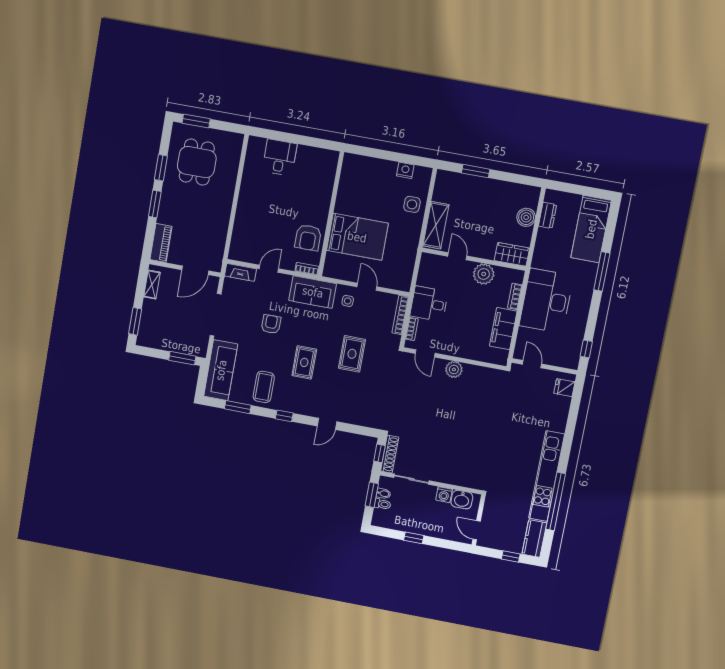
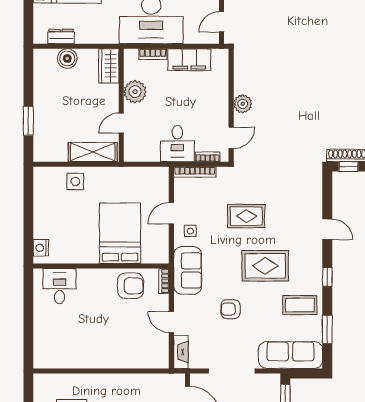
desk: (280, 157) -> (60, 286), moved, turned 90
nightstand: (405, 170) -> (41, 248), moved
rug: (304, 362) -> (265, 266), width x1.36, depth x1.43

